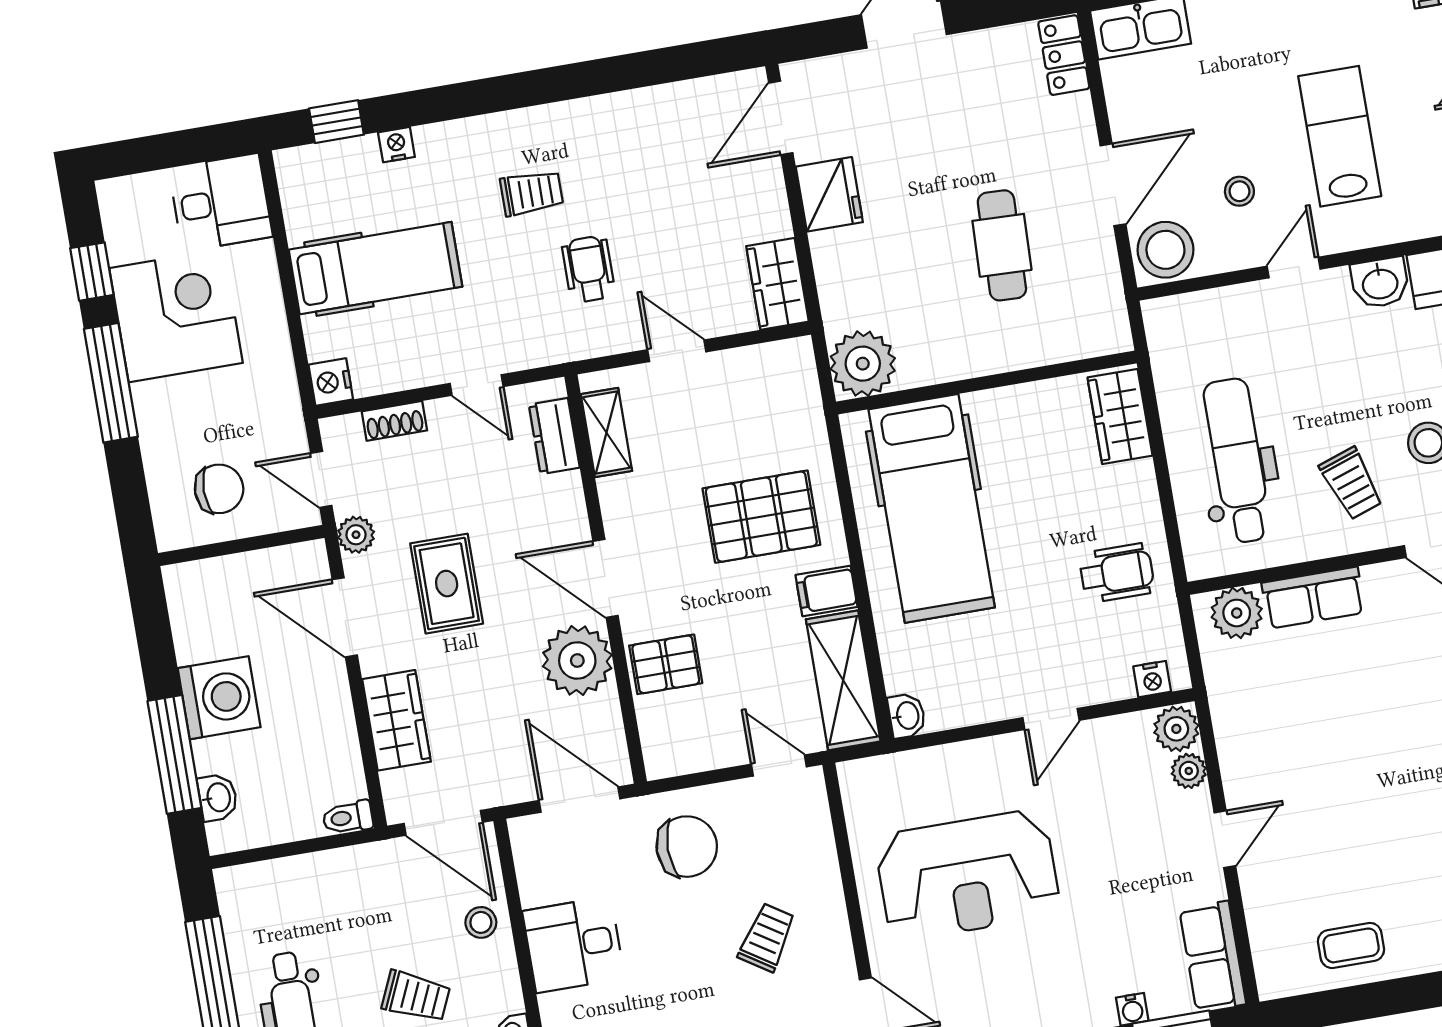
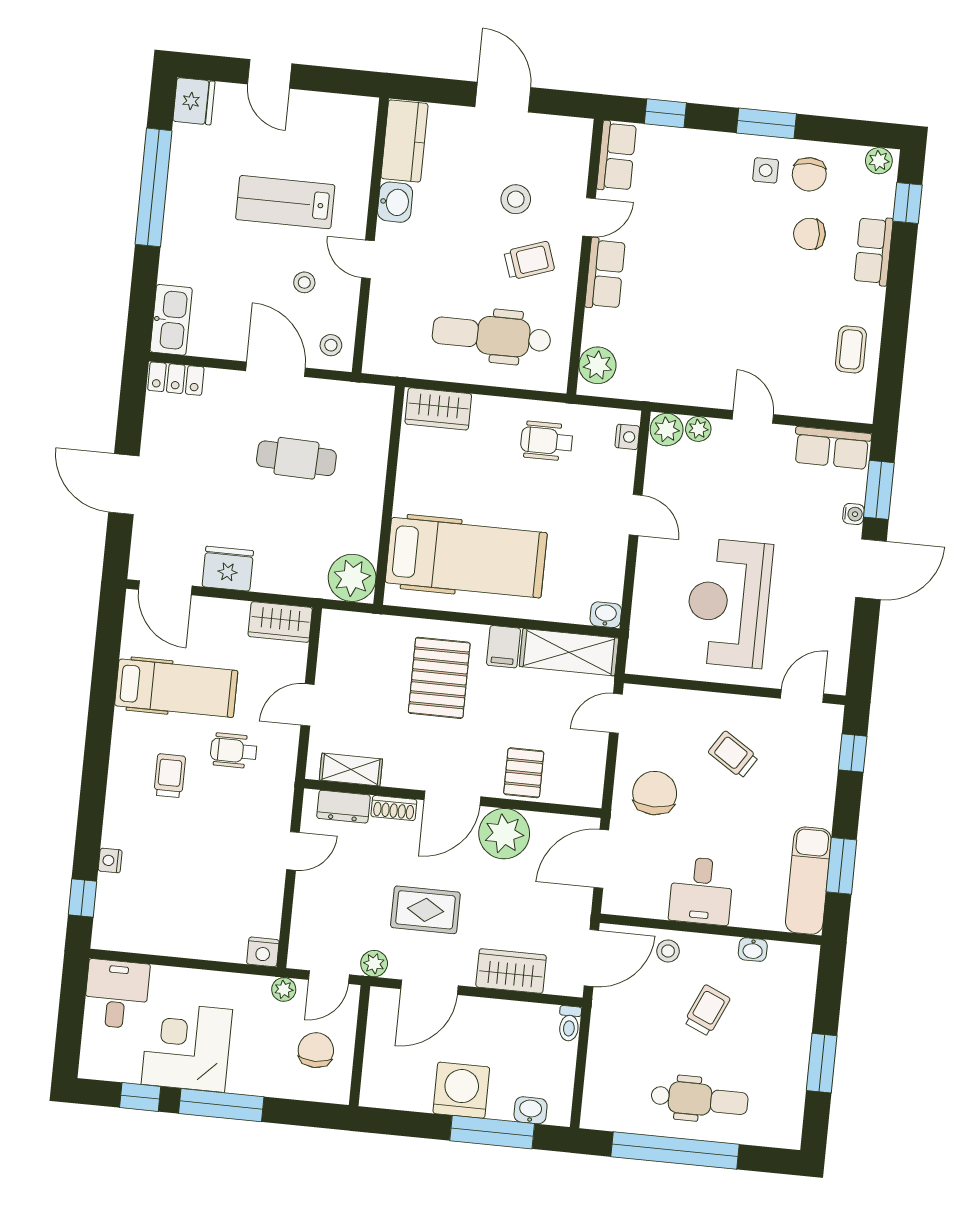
stool: (1165, 250) -> (331, 345), width x0.53, depth x0.53
hospital bed: (376, 268) -> (176, 688), moved, turned 90
shoe rack: (394, 421) -> (394, 808), moved, turned 90
plant: (288, 424) -> (284, 989), added
wheelchair: (1117, 573) -> (547, 441), turned -90
row of seats: (1313, 598) -> (605, 274), moved
reception desk: (968, 875) -> (729, 603), turned 180

